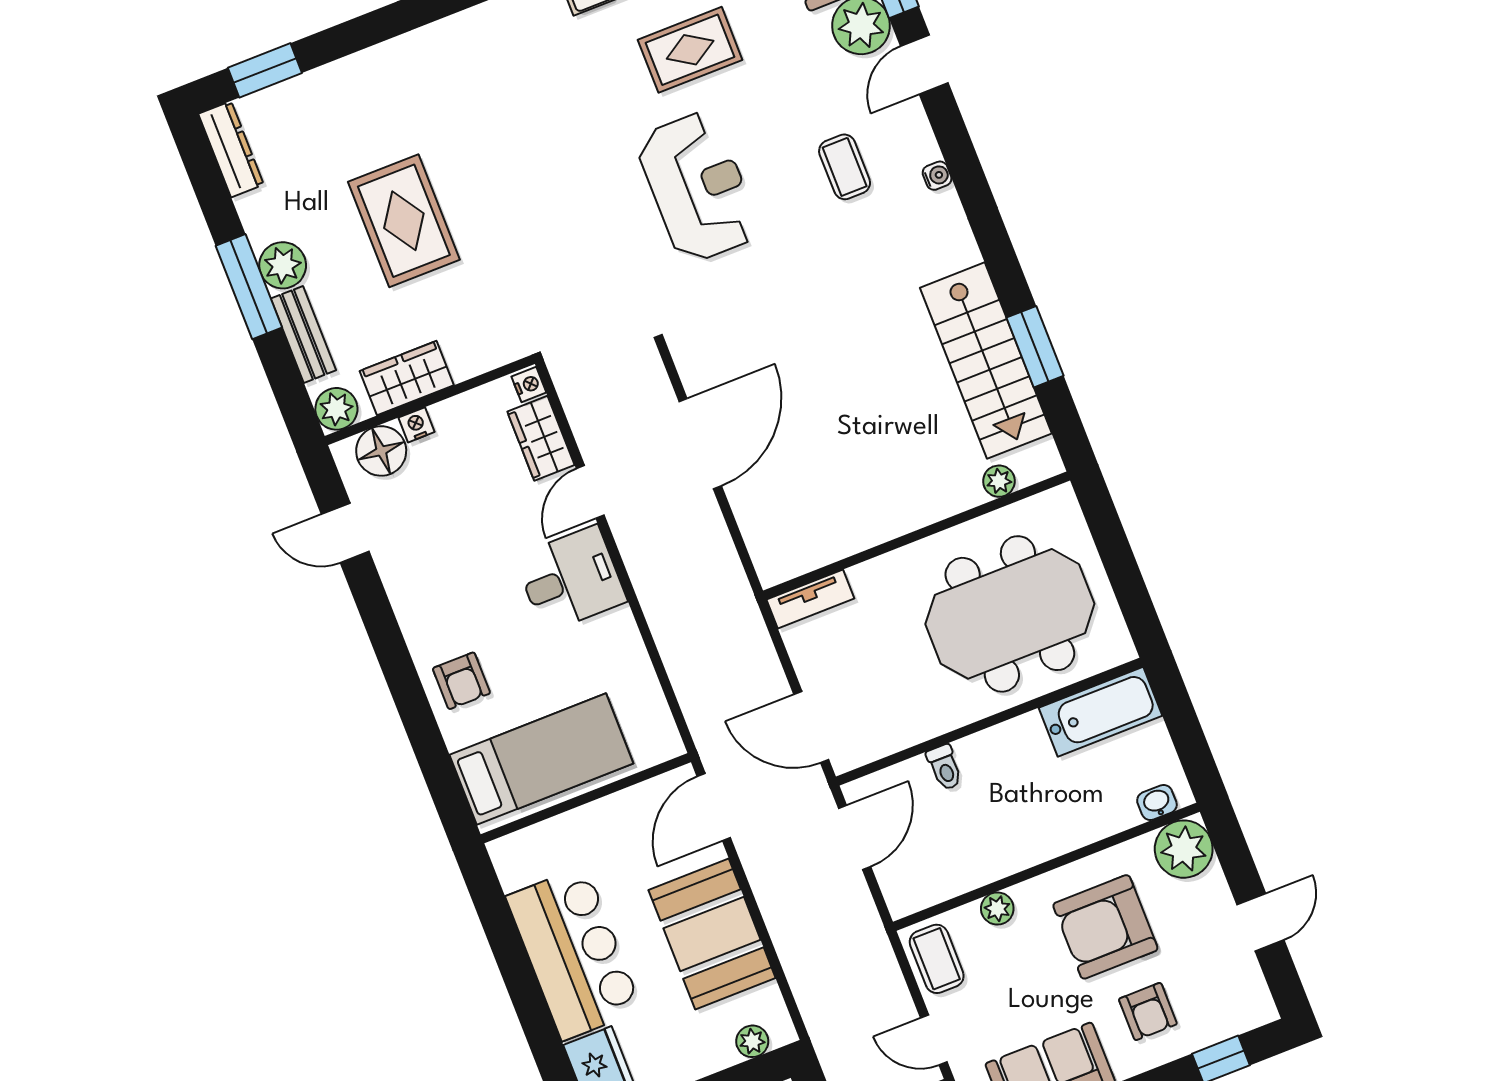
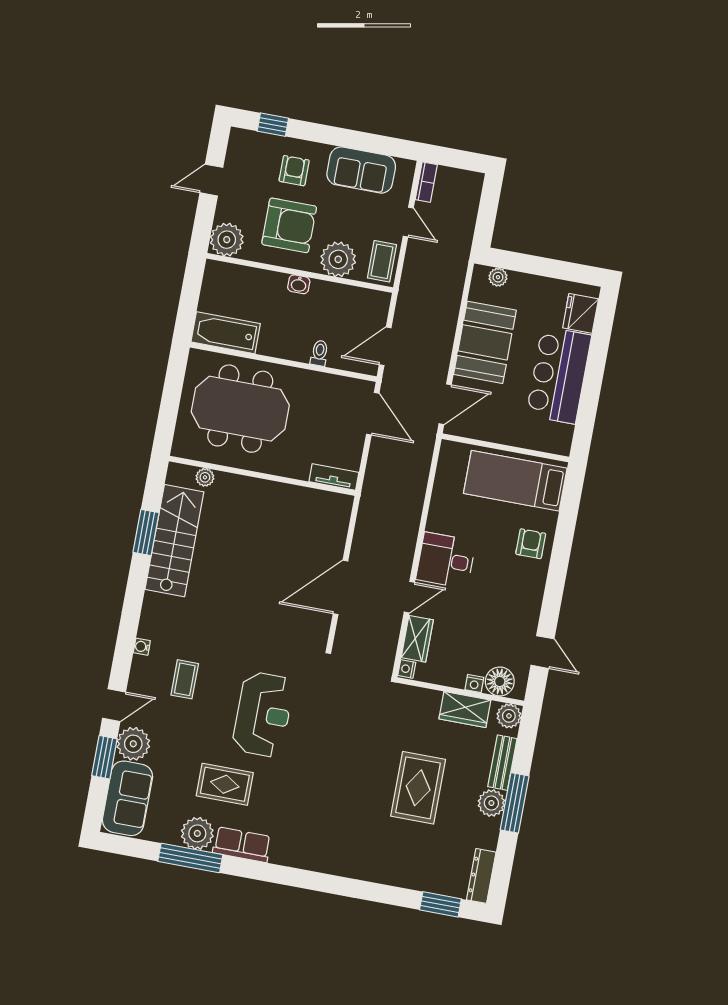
reception desk: (698, 187) -> (263, 714), turned 180
washbasin: (1157, 803) -> (299, 284), moved
plant: (997, 909) -> (338, 259), width x1.88, depth x1.88

